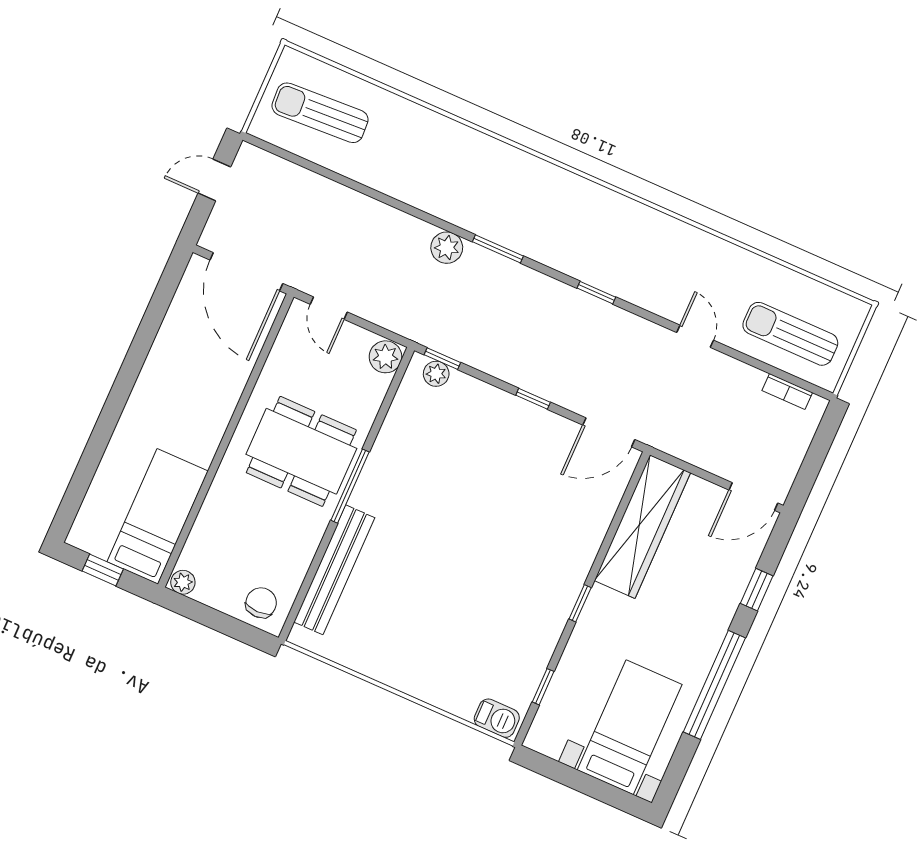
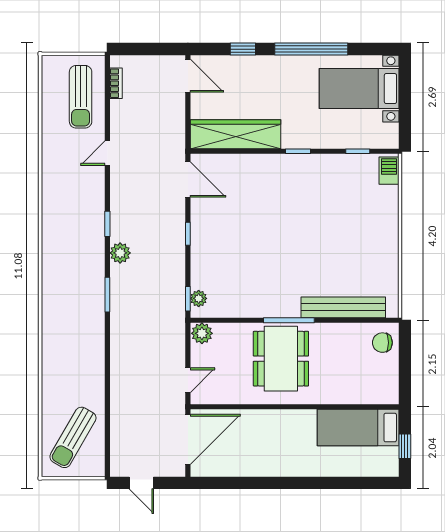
sun lounger: (320, 113) -> (73, 437), turned 33
plant: (447, 248) -> (120, 253), moved
plant: (183, 582) -> (391, 395), removed

